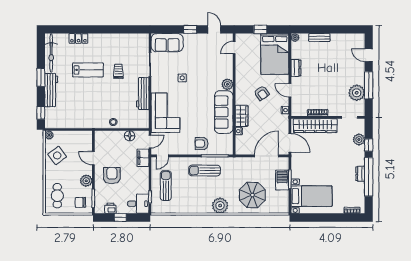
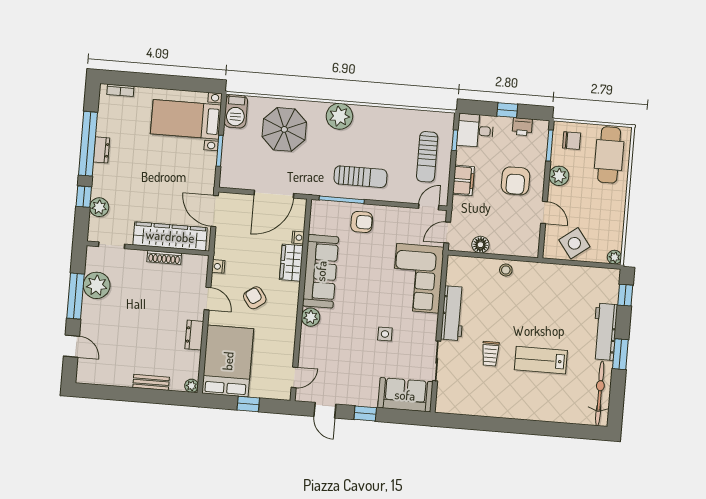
locker: (78, 38) -> (552, 414), removed
side table: (57, 155) -> (574, 243), moved
door: (267, 156) -> (274, 194), moved
filing cabinet: (143, 158) -> (463, 180), moved
barbecue: (282, 180) -> (236, 111), moved
cafe table: (57, 196) -> (609, 155), width x1.37, depth x1.35

